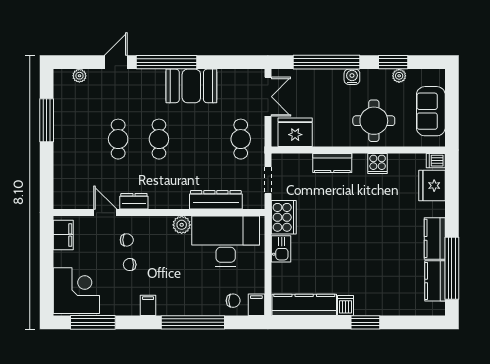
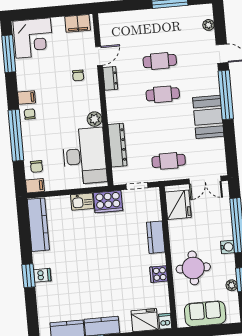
chair: (130, 265) -> (30, 114), moved
dishwasher: (345, 305) -> (42, 275), moved

